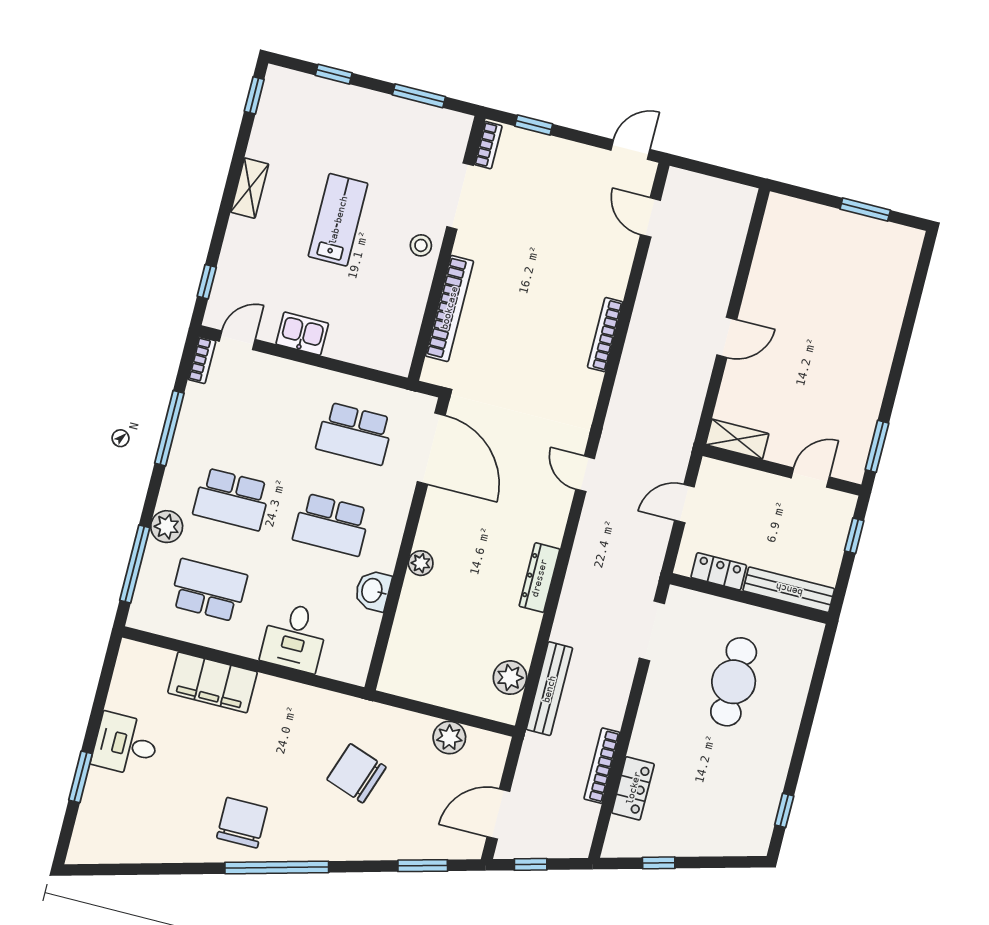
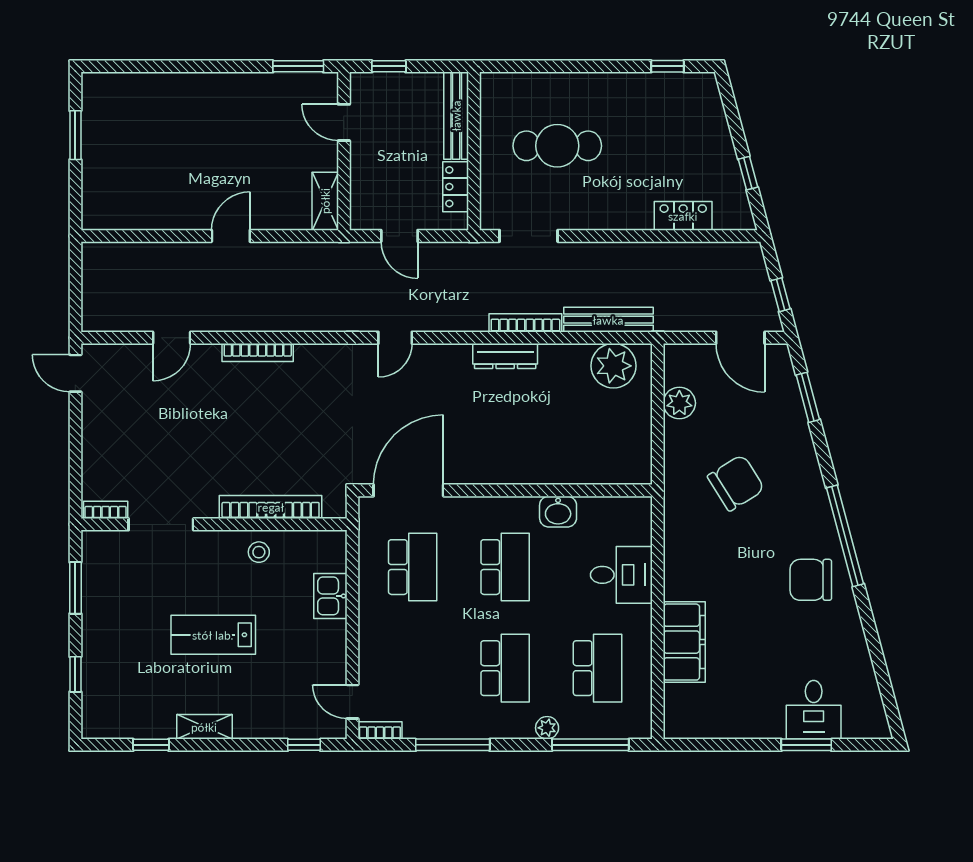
window: (254, 95) -> (151, 745), moved
window: (534, 125) -> (75, 471), removed
door: (650, 217) -> (172, 338), moved
stool: (421, 245) -> (259, 552), moved
kitchen sink: (302, 334) -> (330, 596), moved
door: (727, 337) -> (231, 236), hinge flipped
plant: (167, 527) -> (547, 728), width x0.73, depth x0.73
plant: (421, 563) -> (520, 473), removed
school desk: (209, 590) -> (598, 668), turned 180
plant: (510, 678) -> (613, 366), width x1.36, depth x1.36
desk: (126, 744) -> (814, 710), moved
bookcase: (602, 766) -> (525, 323), moved, turned 180
chair: (357, 773) -> (736, 483), turned -141

